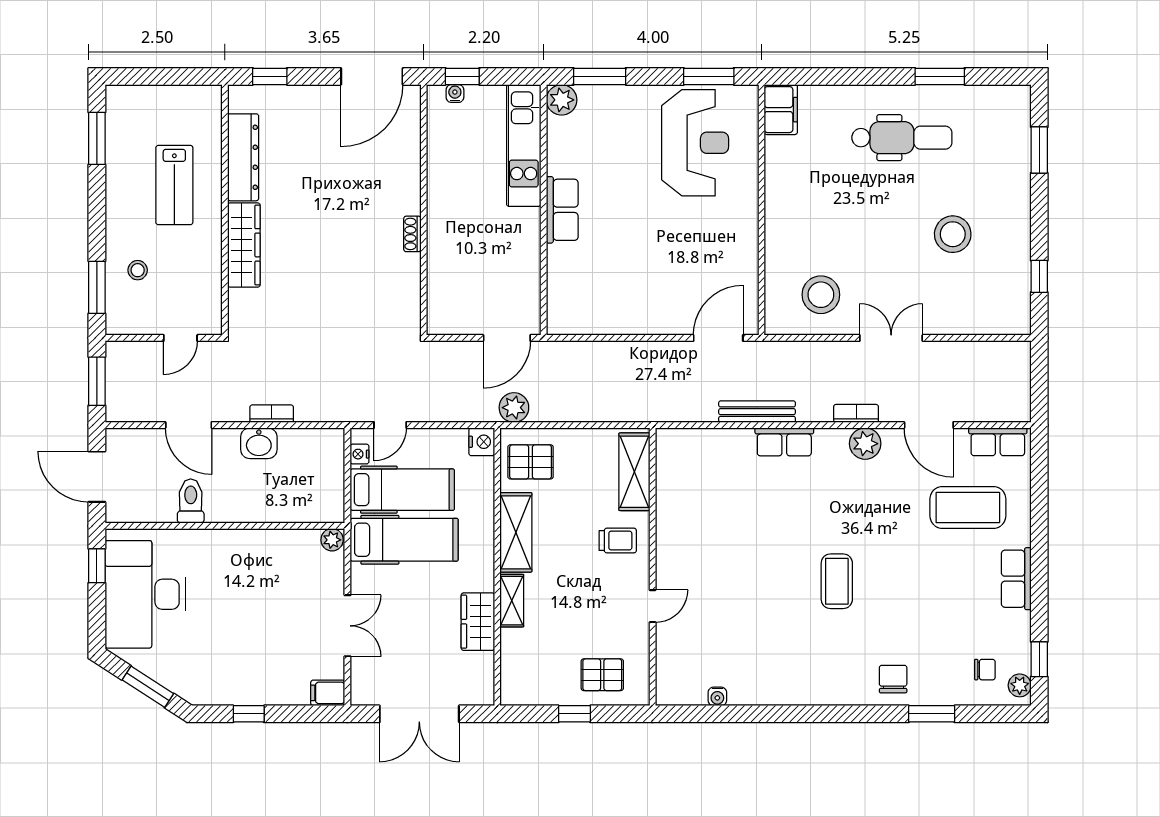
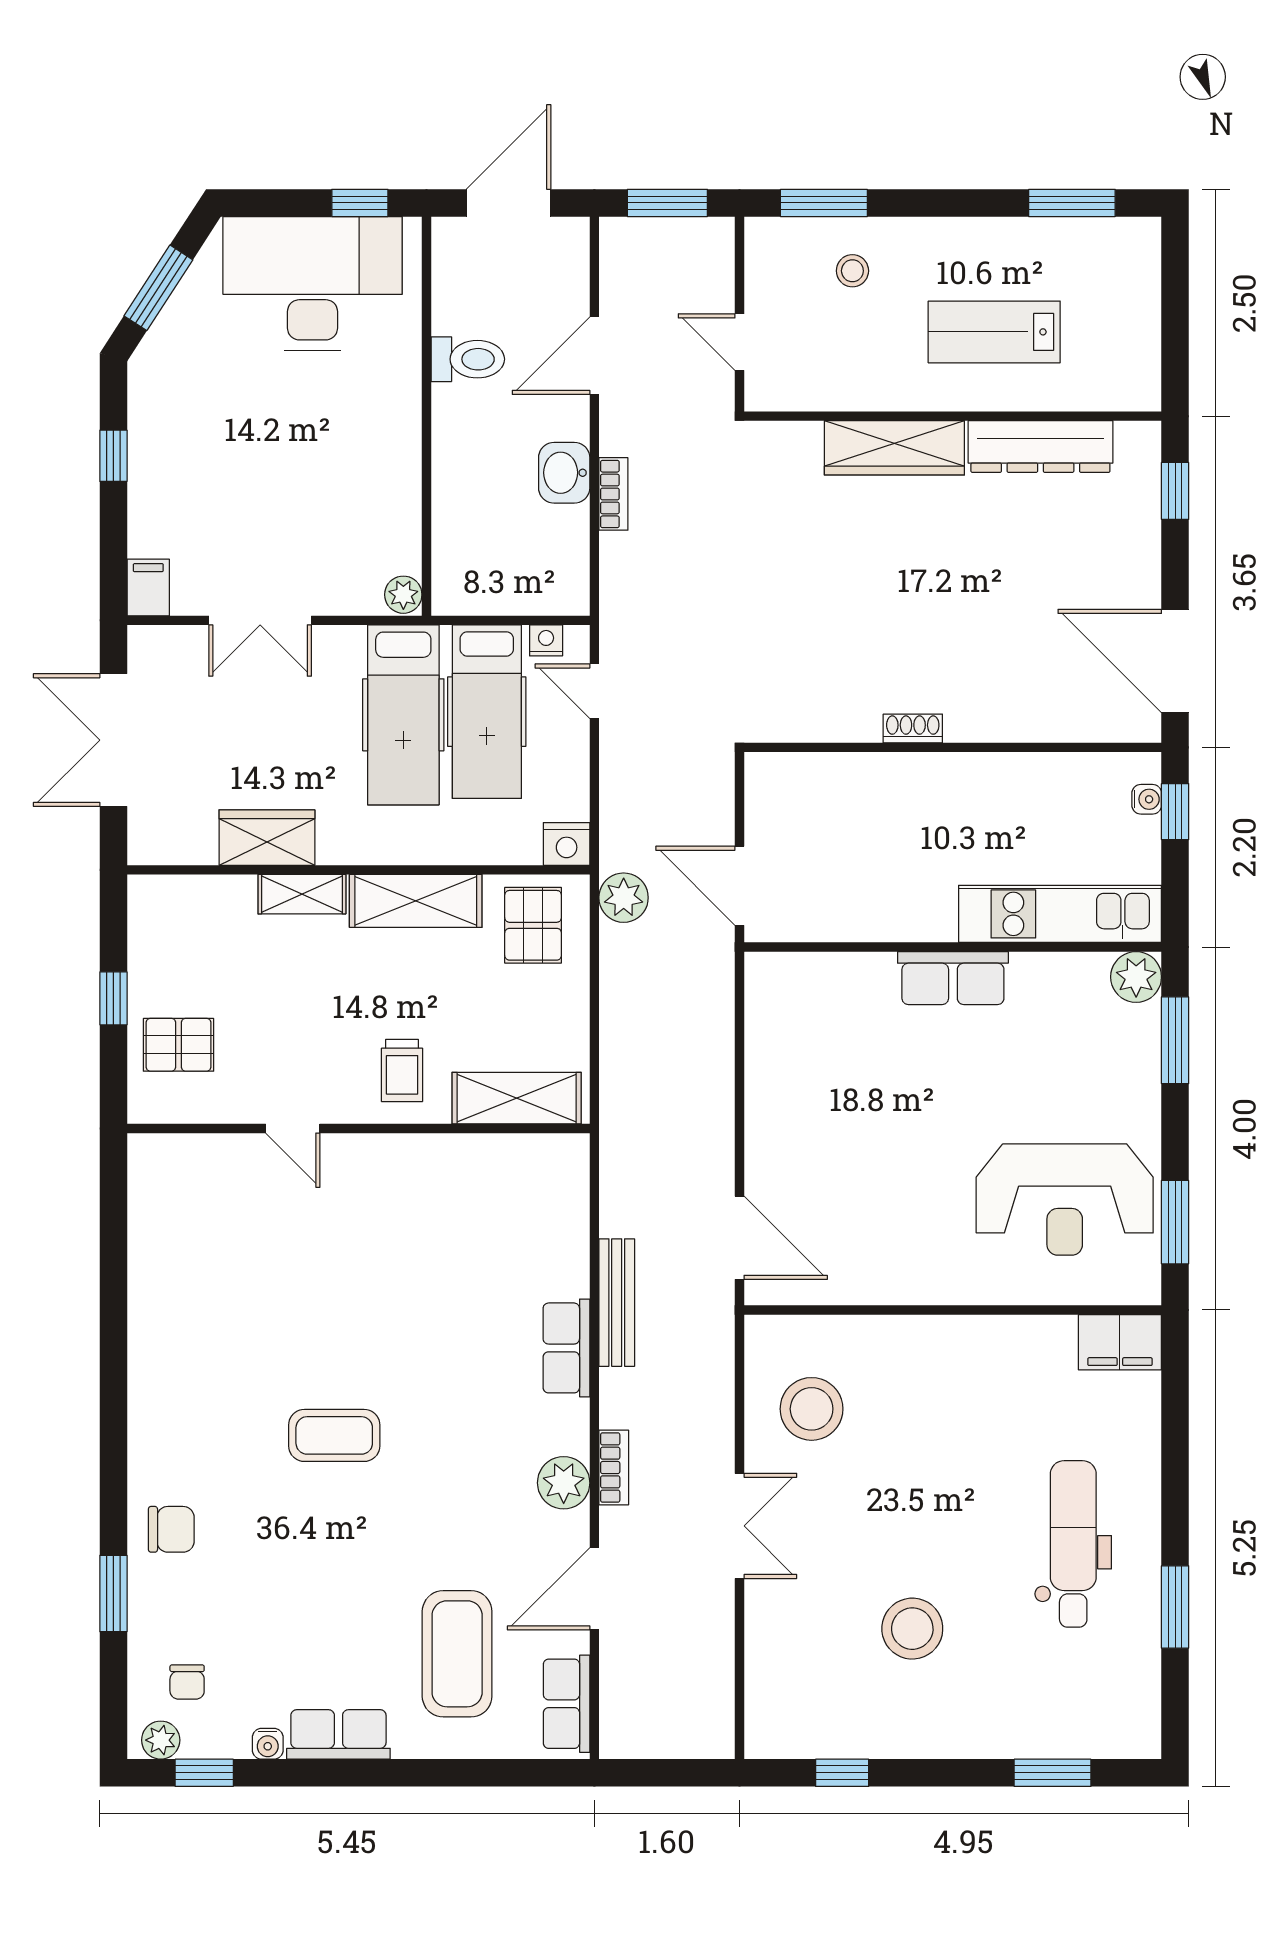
dental chair: (902, 138) -> (1073, 1544), turned 180
pallet: (602, 675) -> (178, 1045), turned 90
water cooler: (717, 696) -> (268, 1744), moved, turned -90

